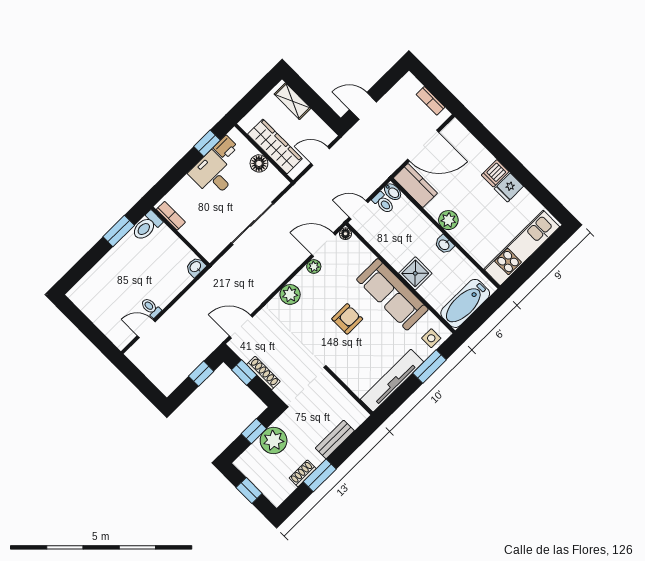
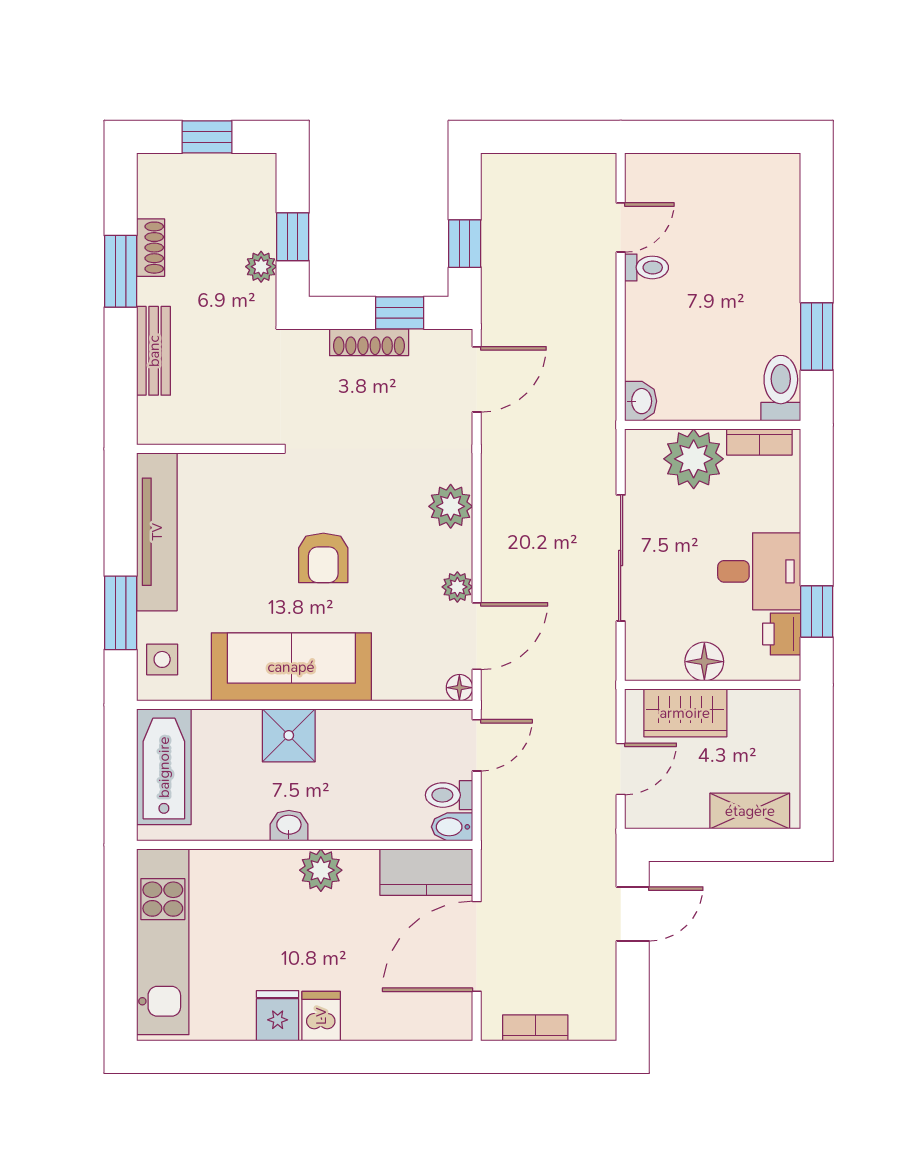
wardrobe: (275, 146) -> (685, 713), width x0.67
plant: (197, 232) -> (694, 459), added
plant: (274, 440) -> (261, 267), width x0.53, depth x0.53

